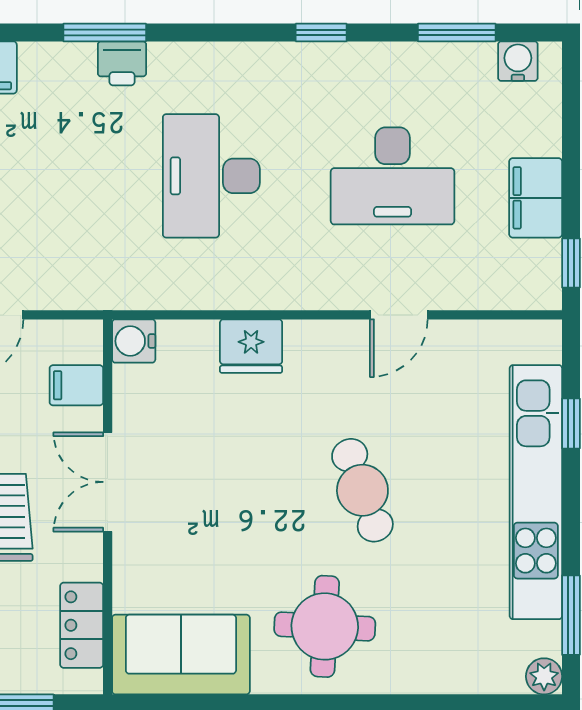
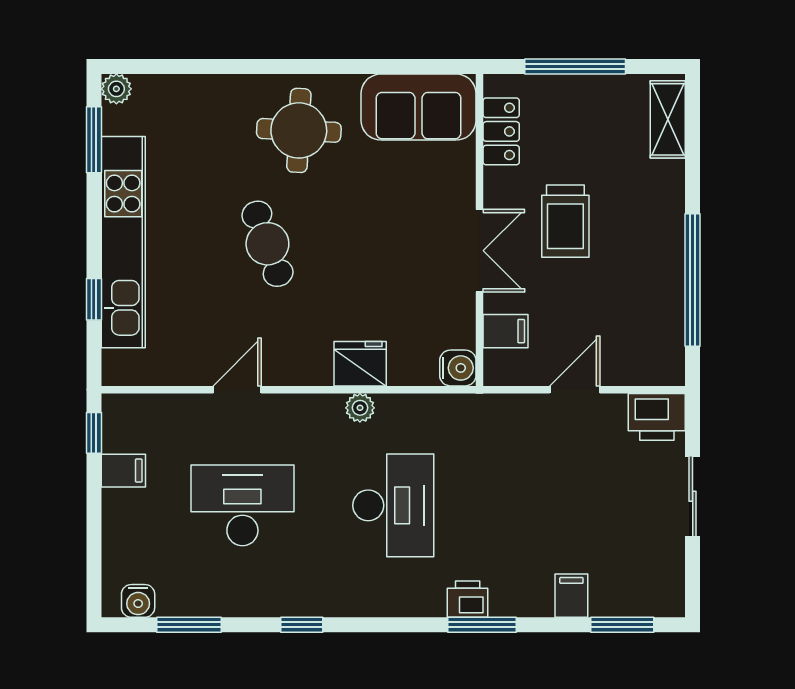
filing cabinet: (536, 198) -> (123, 471), width x0.50
plant: (251, 293) -> (360, 408), added

